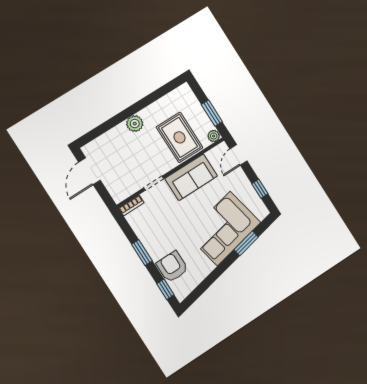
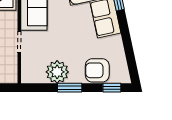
bookcase: (131, 205) -> (26, 72), removed
plant: (149, 233) -> (57, 72), added

